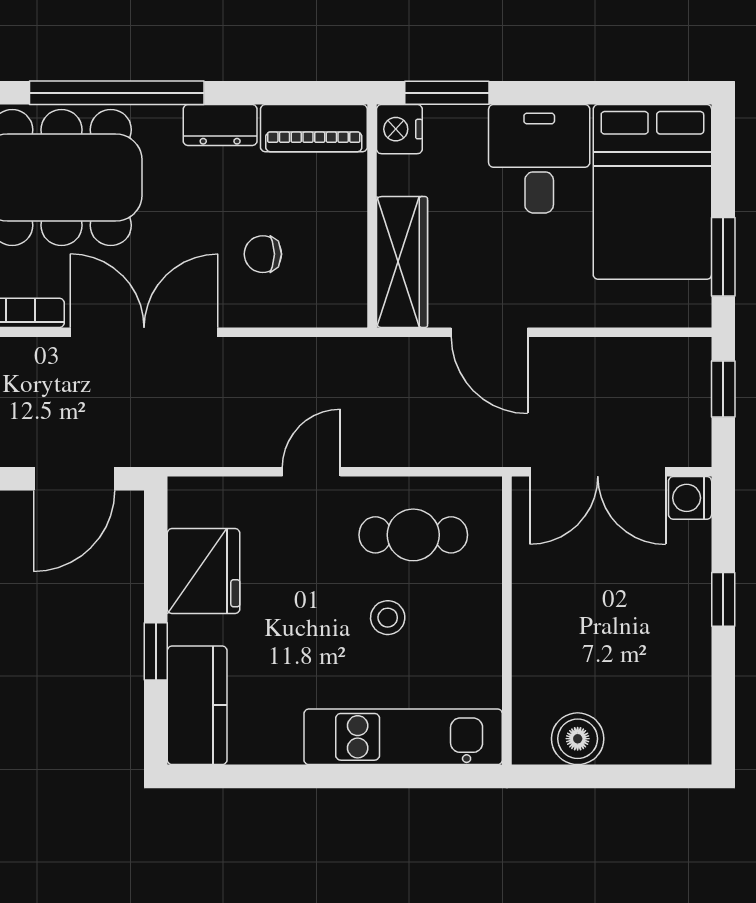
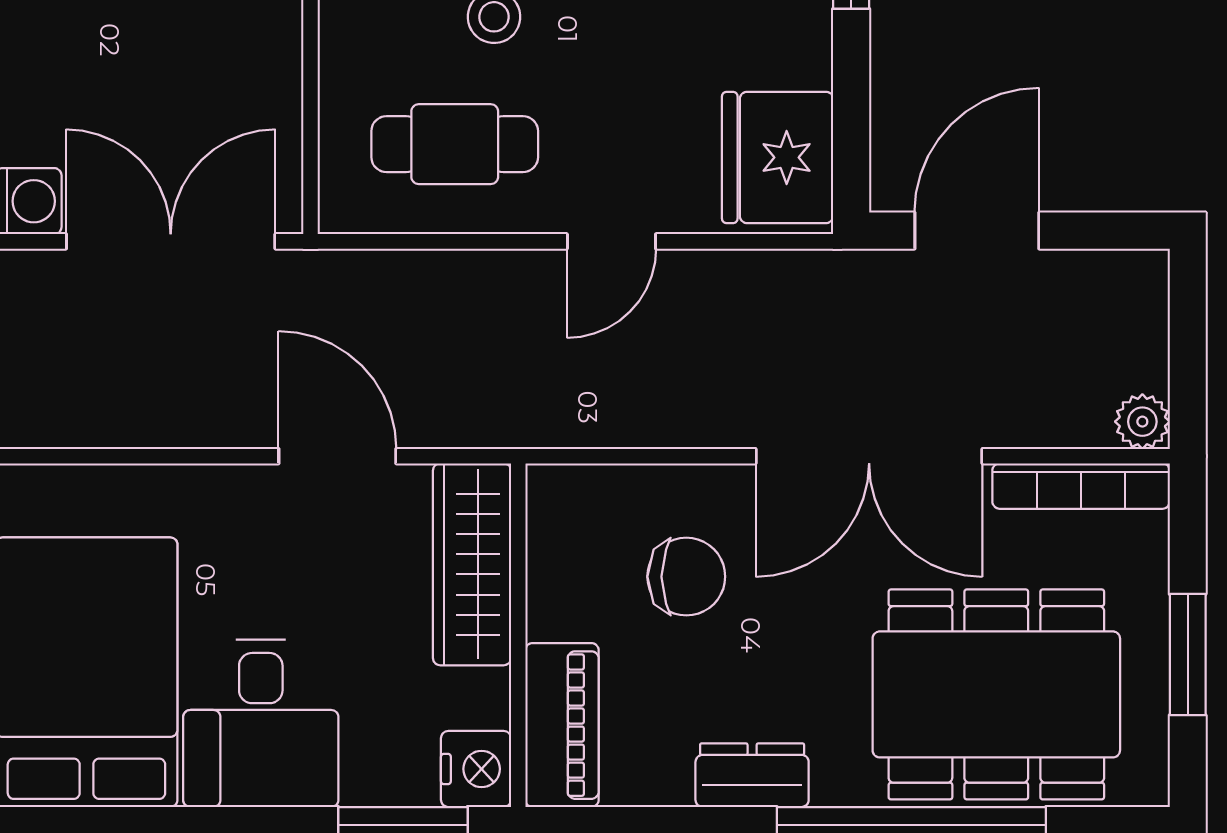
piano: (314, 128) -> (562, 725), moved, turned 90
chair: (263, 254) -> (686, 577), width x1.37, depth x1.37
fridge: (204, 571) -> (778, 157), moved

